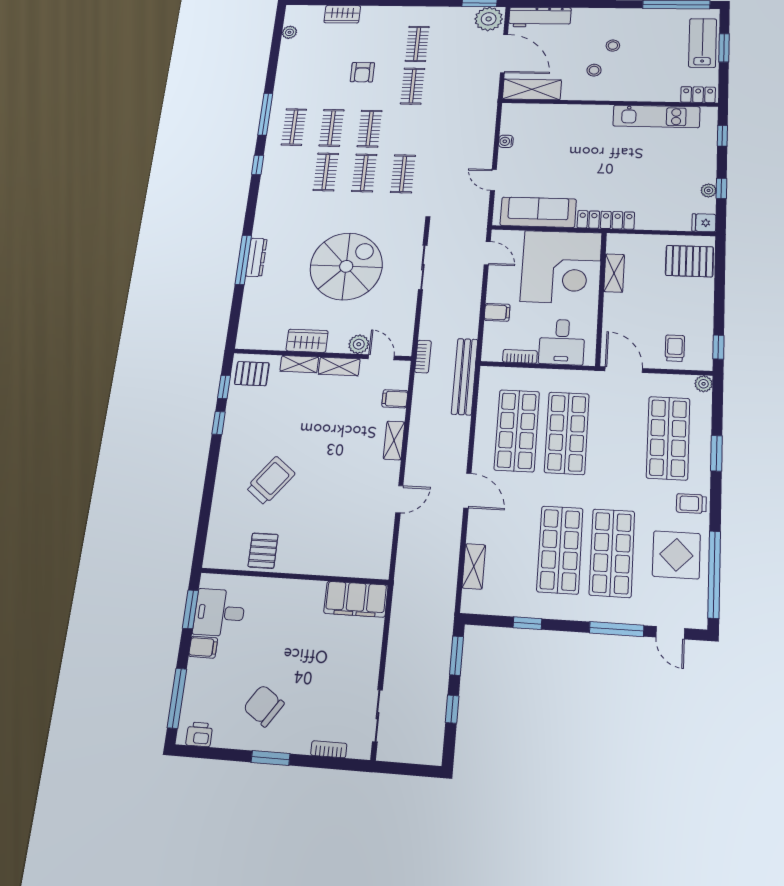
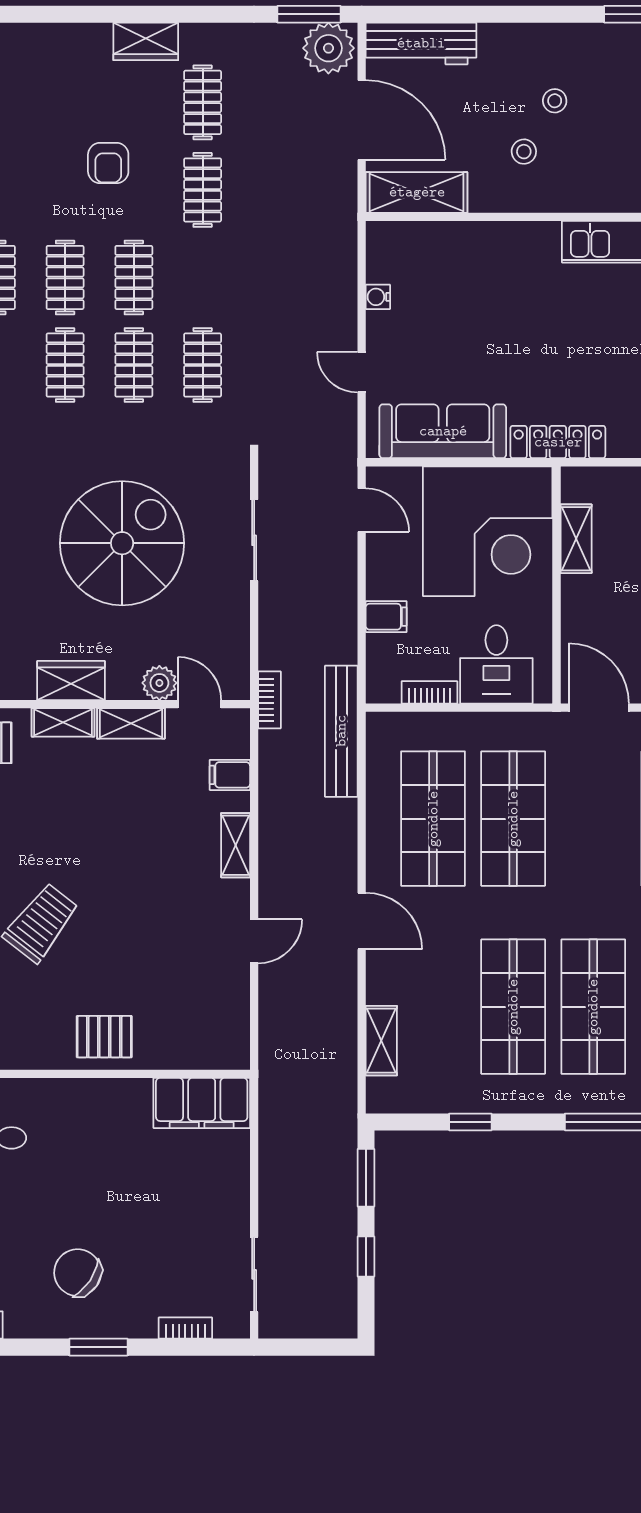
wardrobe: (342, 14) -> (146, 41), moved
pallet: (263, 551) -> (104, 1037), moved, turned 90

